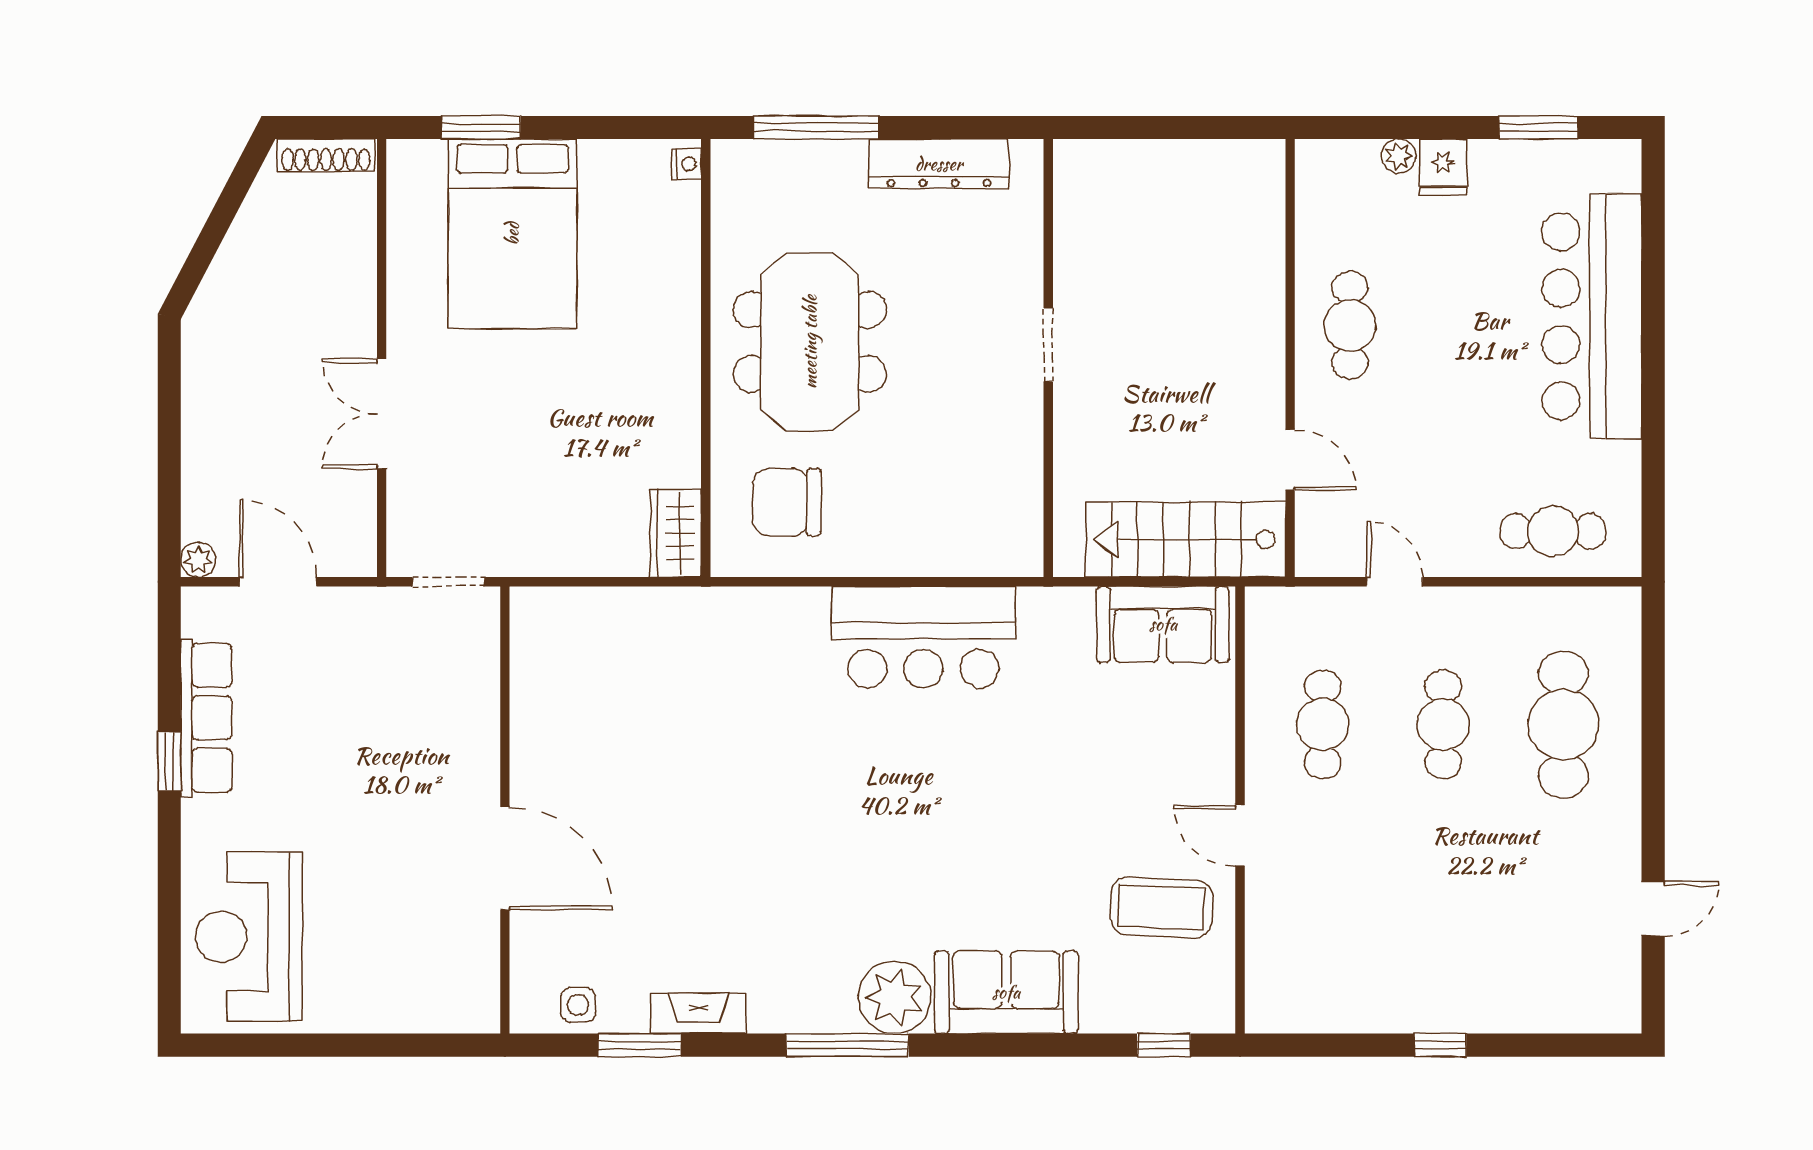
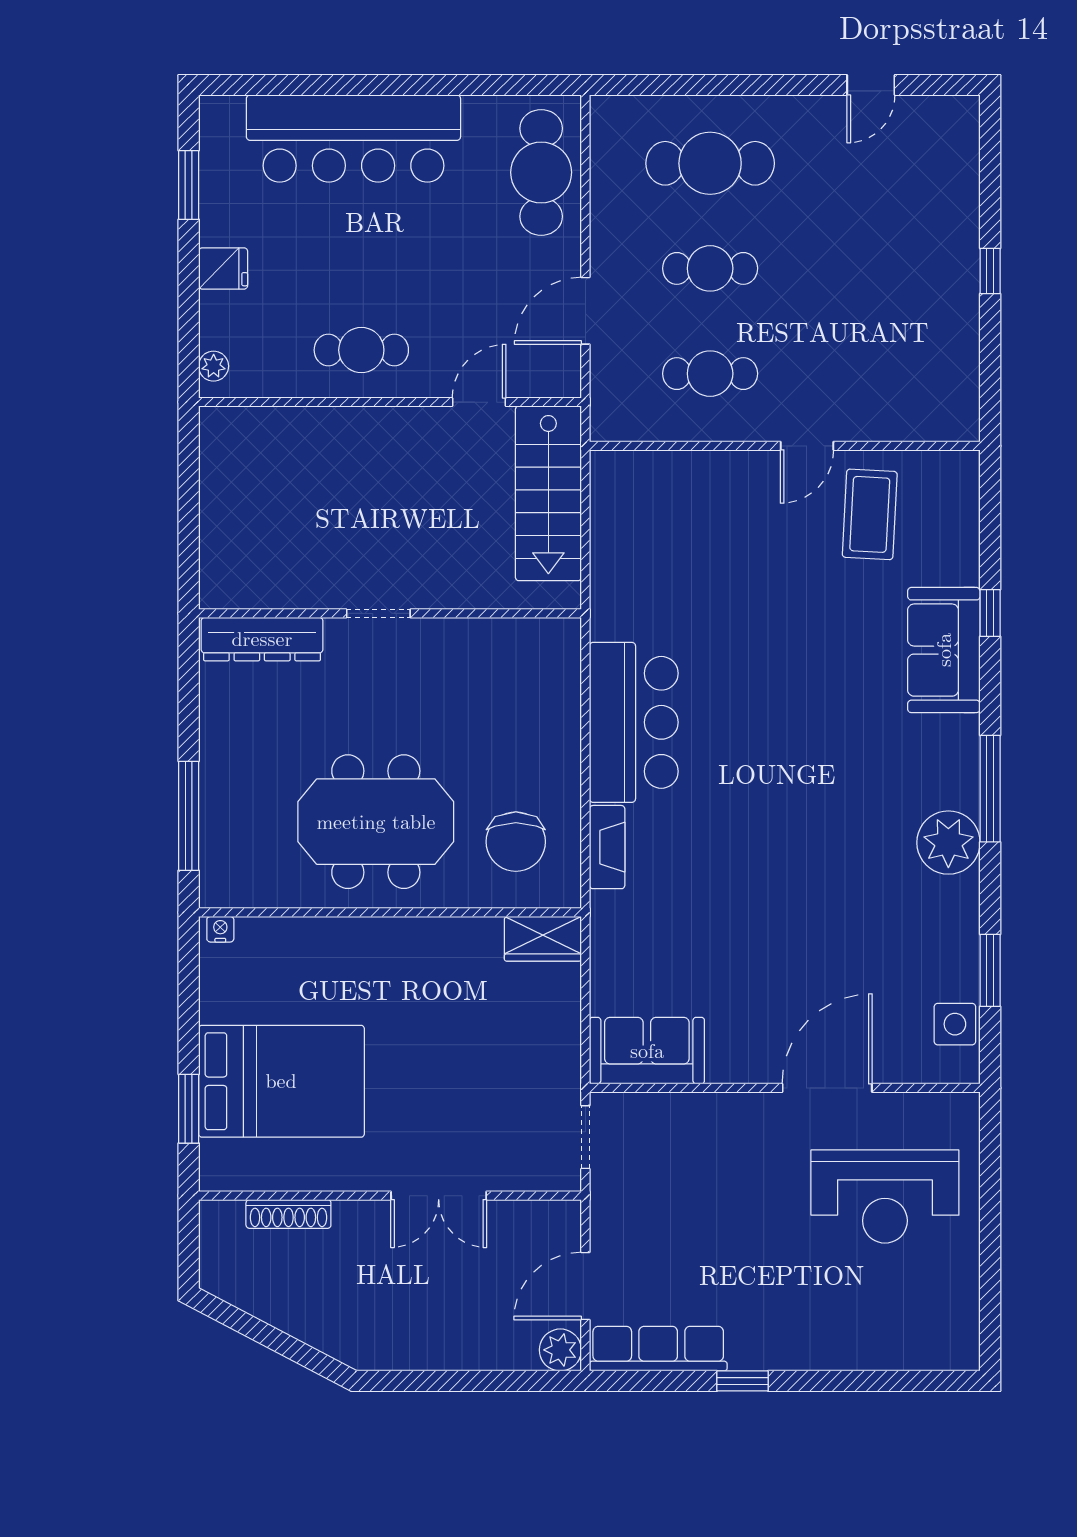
shoe rack: (326, 155) -> (288, 1214), moved, turned 90
plant: (1399, 156) -> (214, 366), moved
dresser: (939, 164) -> (262, 639), moved, turned 90
cafe table: (1553, 531) -> (541, 172), width x1.37, depth x1.35
plant: (198, 560) -> (560, 1350), width x1.38, depth x1.38
door: (1395, 582) -> (585, 311), width x1.38
sofa: (1163, 624) -> (647, 1051), moved, turned -90
row of seats: (206, 718) -> (658, 1349), moved
door: (1653, 909) -> (871, 85), swing flipped
reception desk: (249, 937) -> (885, 1197), moved
plant: (895, 997) -> (948, 843), moved
side table: (578, 1005) -> (955, 1024), width x1.37, depth x1.37
fireplace: (698, 1013) -> (607, 847), moved, turned 180
window: (1164, 1045) -> (990, 613), moved

